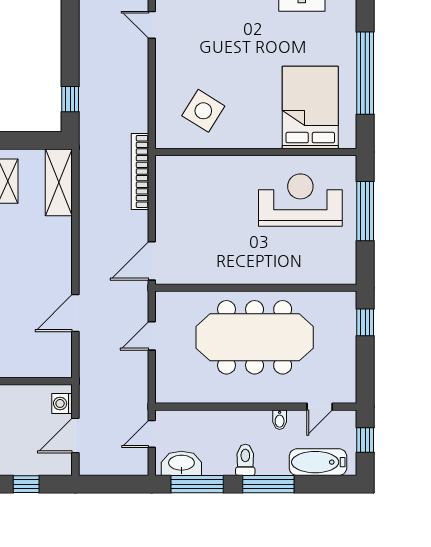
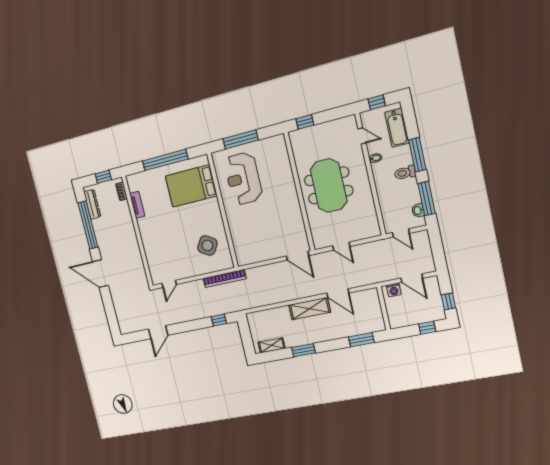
bookcase: (140, 171) -> (225, 279), moved
shelving: (59, 182) -> (310, 309), moved
meeting table: (255, 337) -> (329, 185), width x0.73
washbasin: (181, 463) -> (418, 210), width x0.52, depth x0.69

